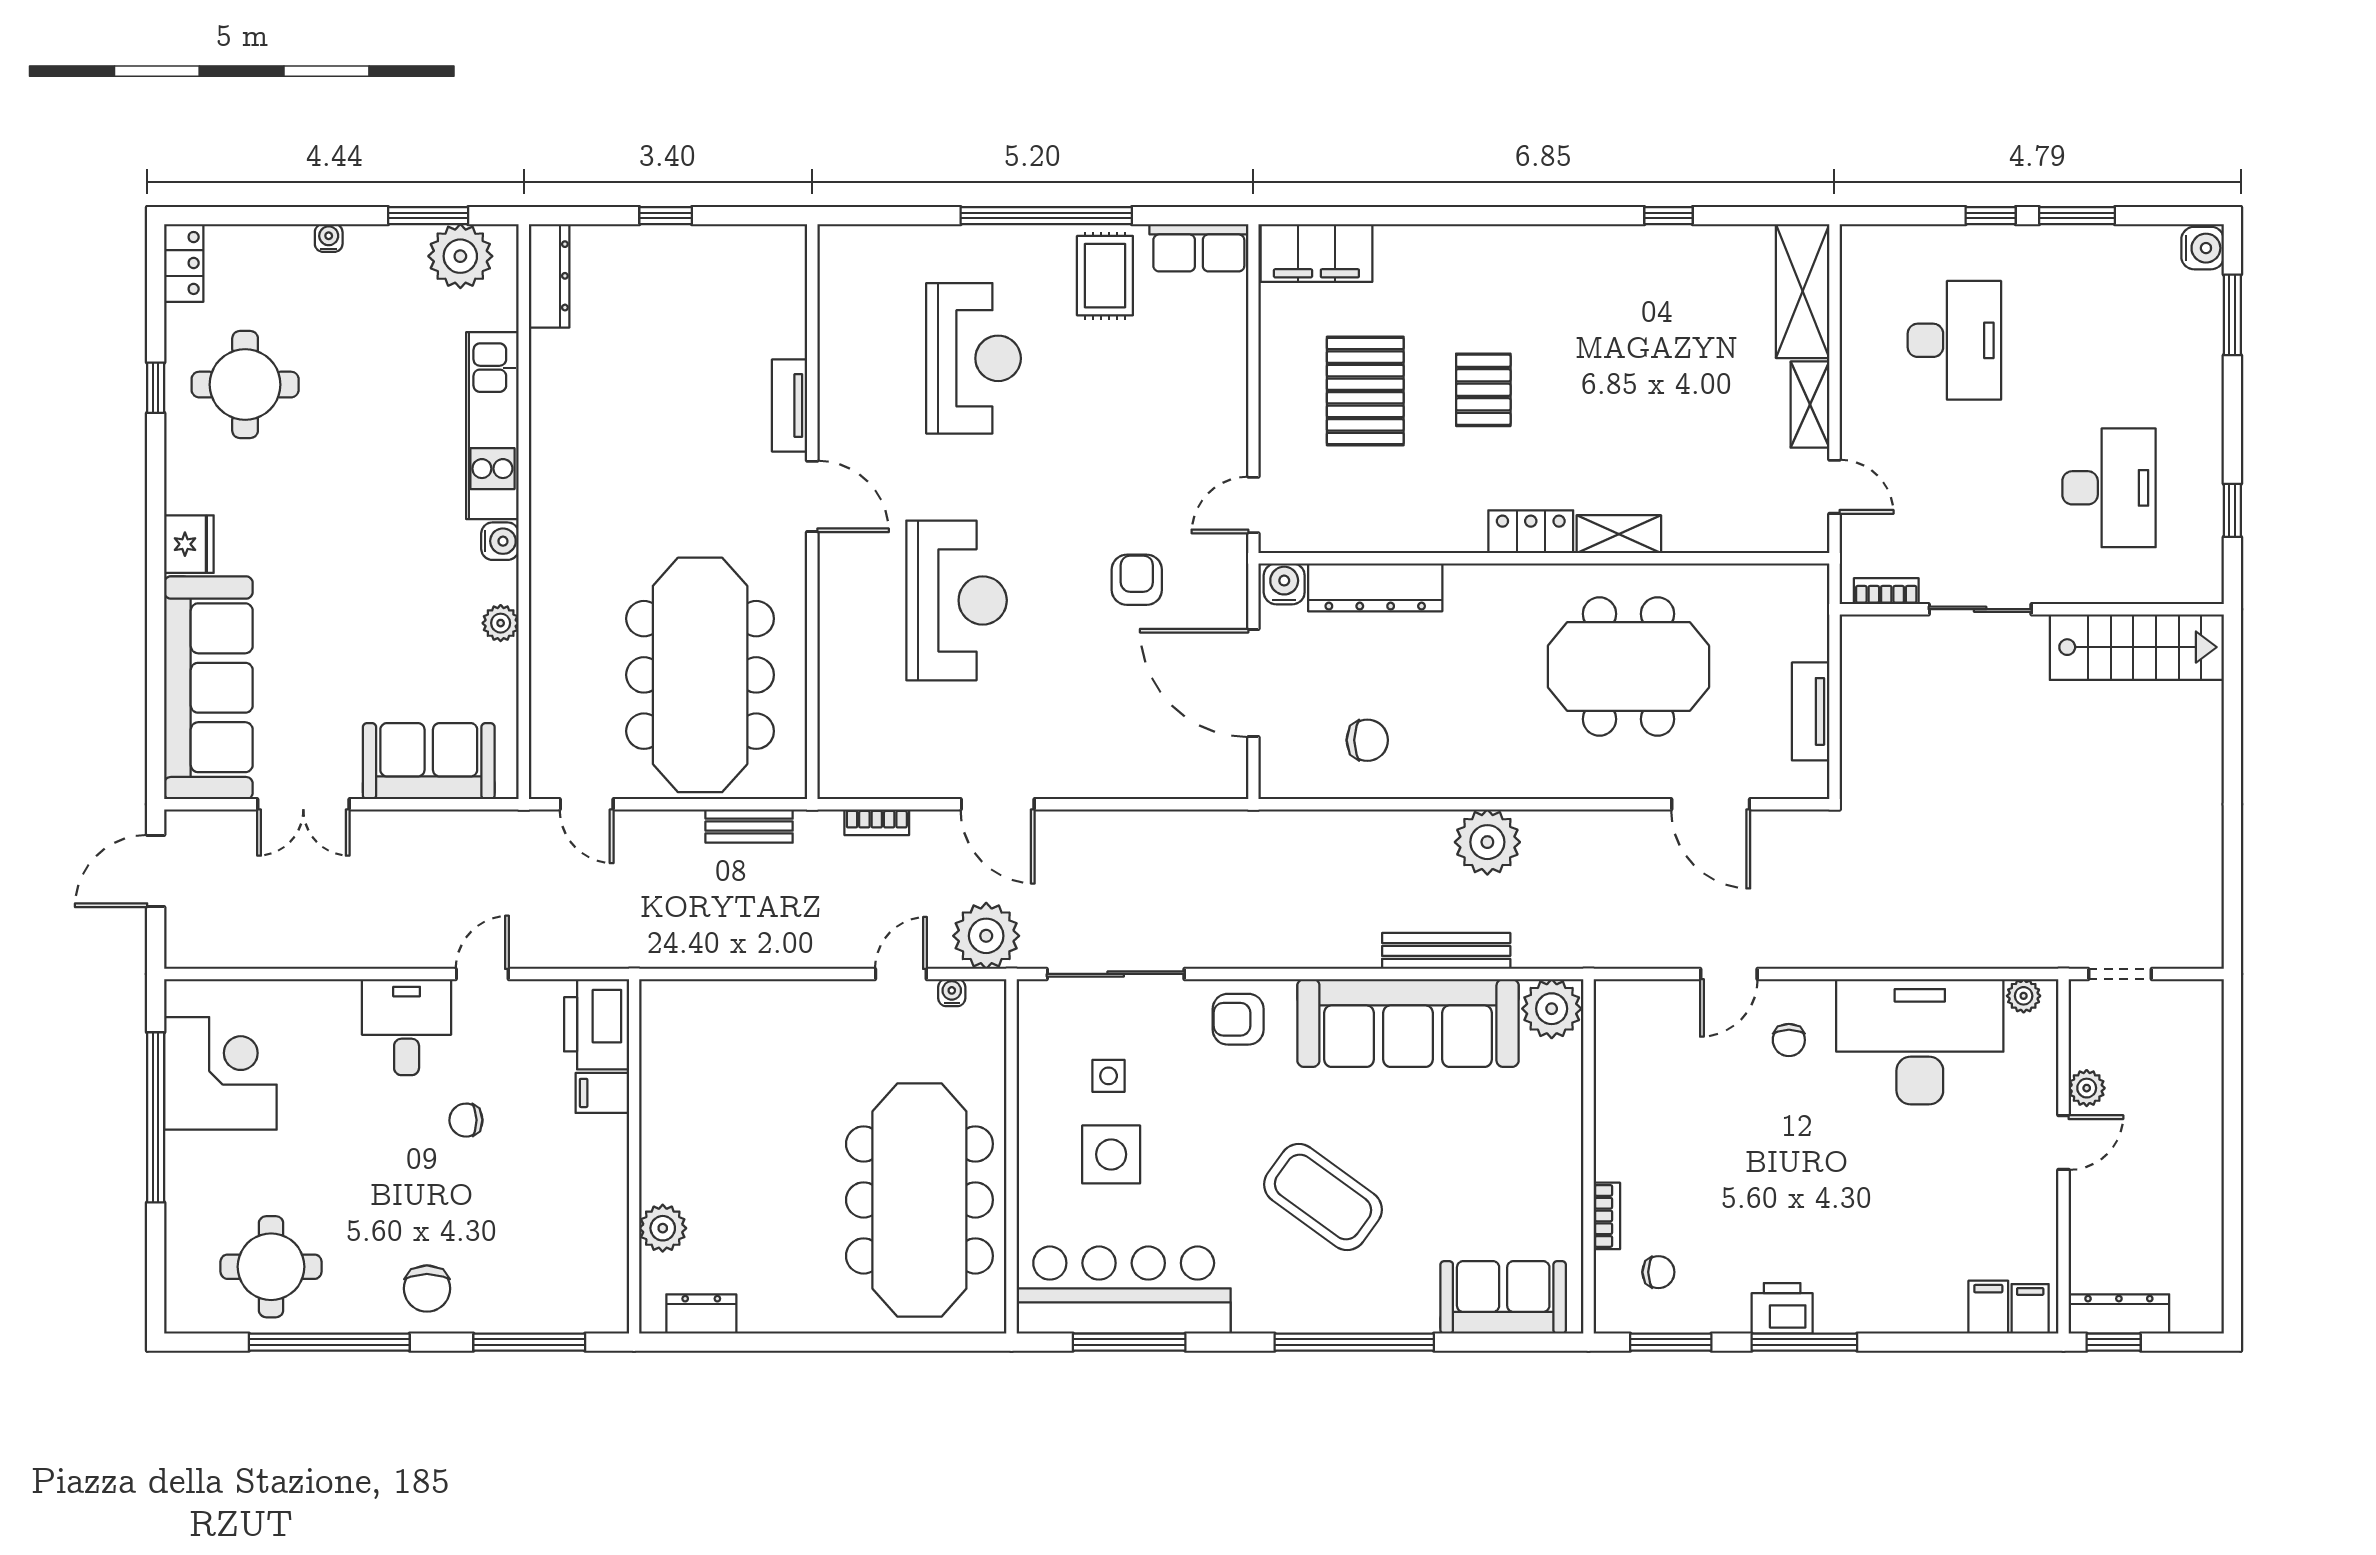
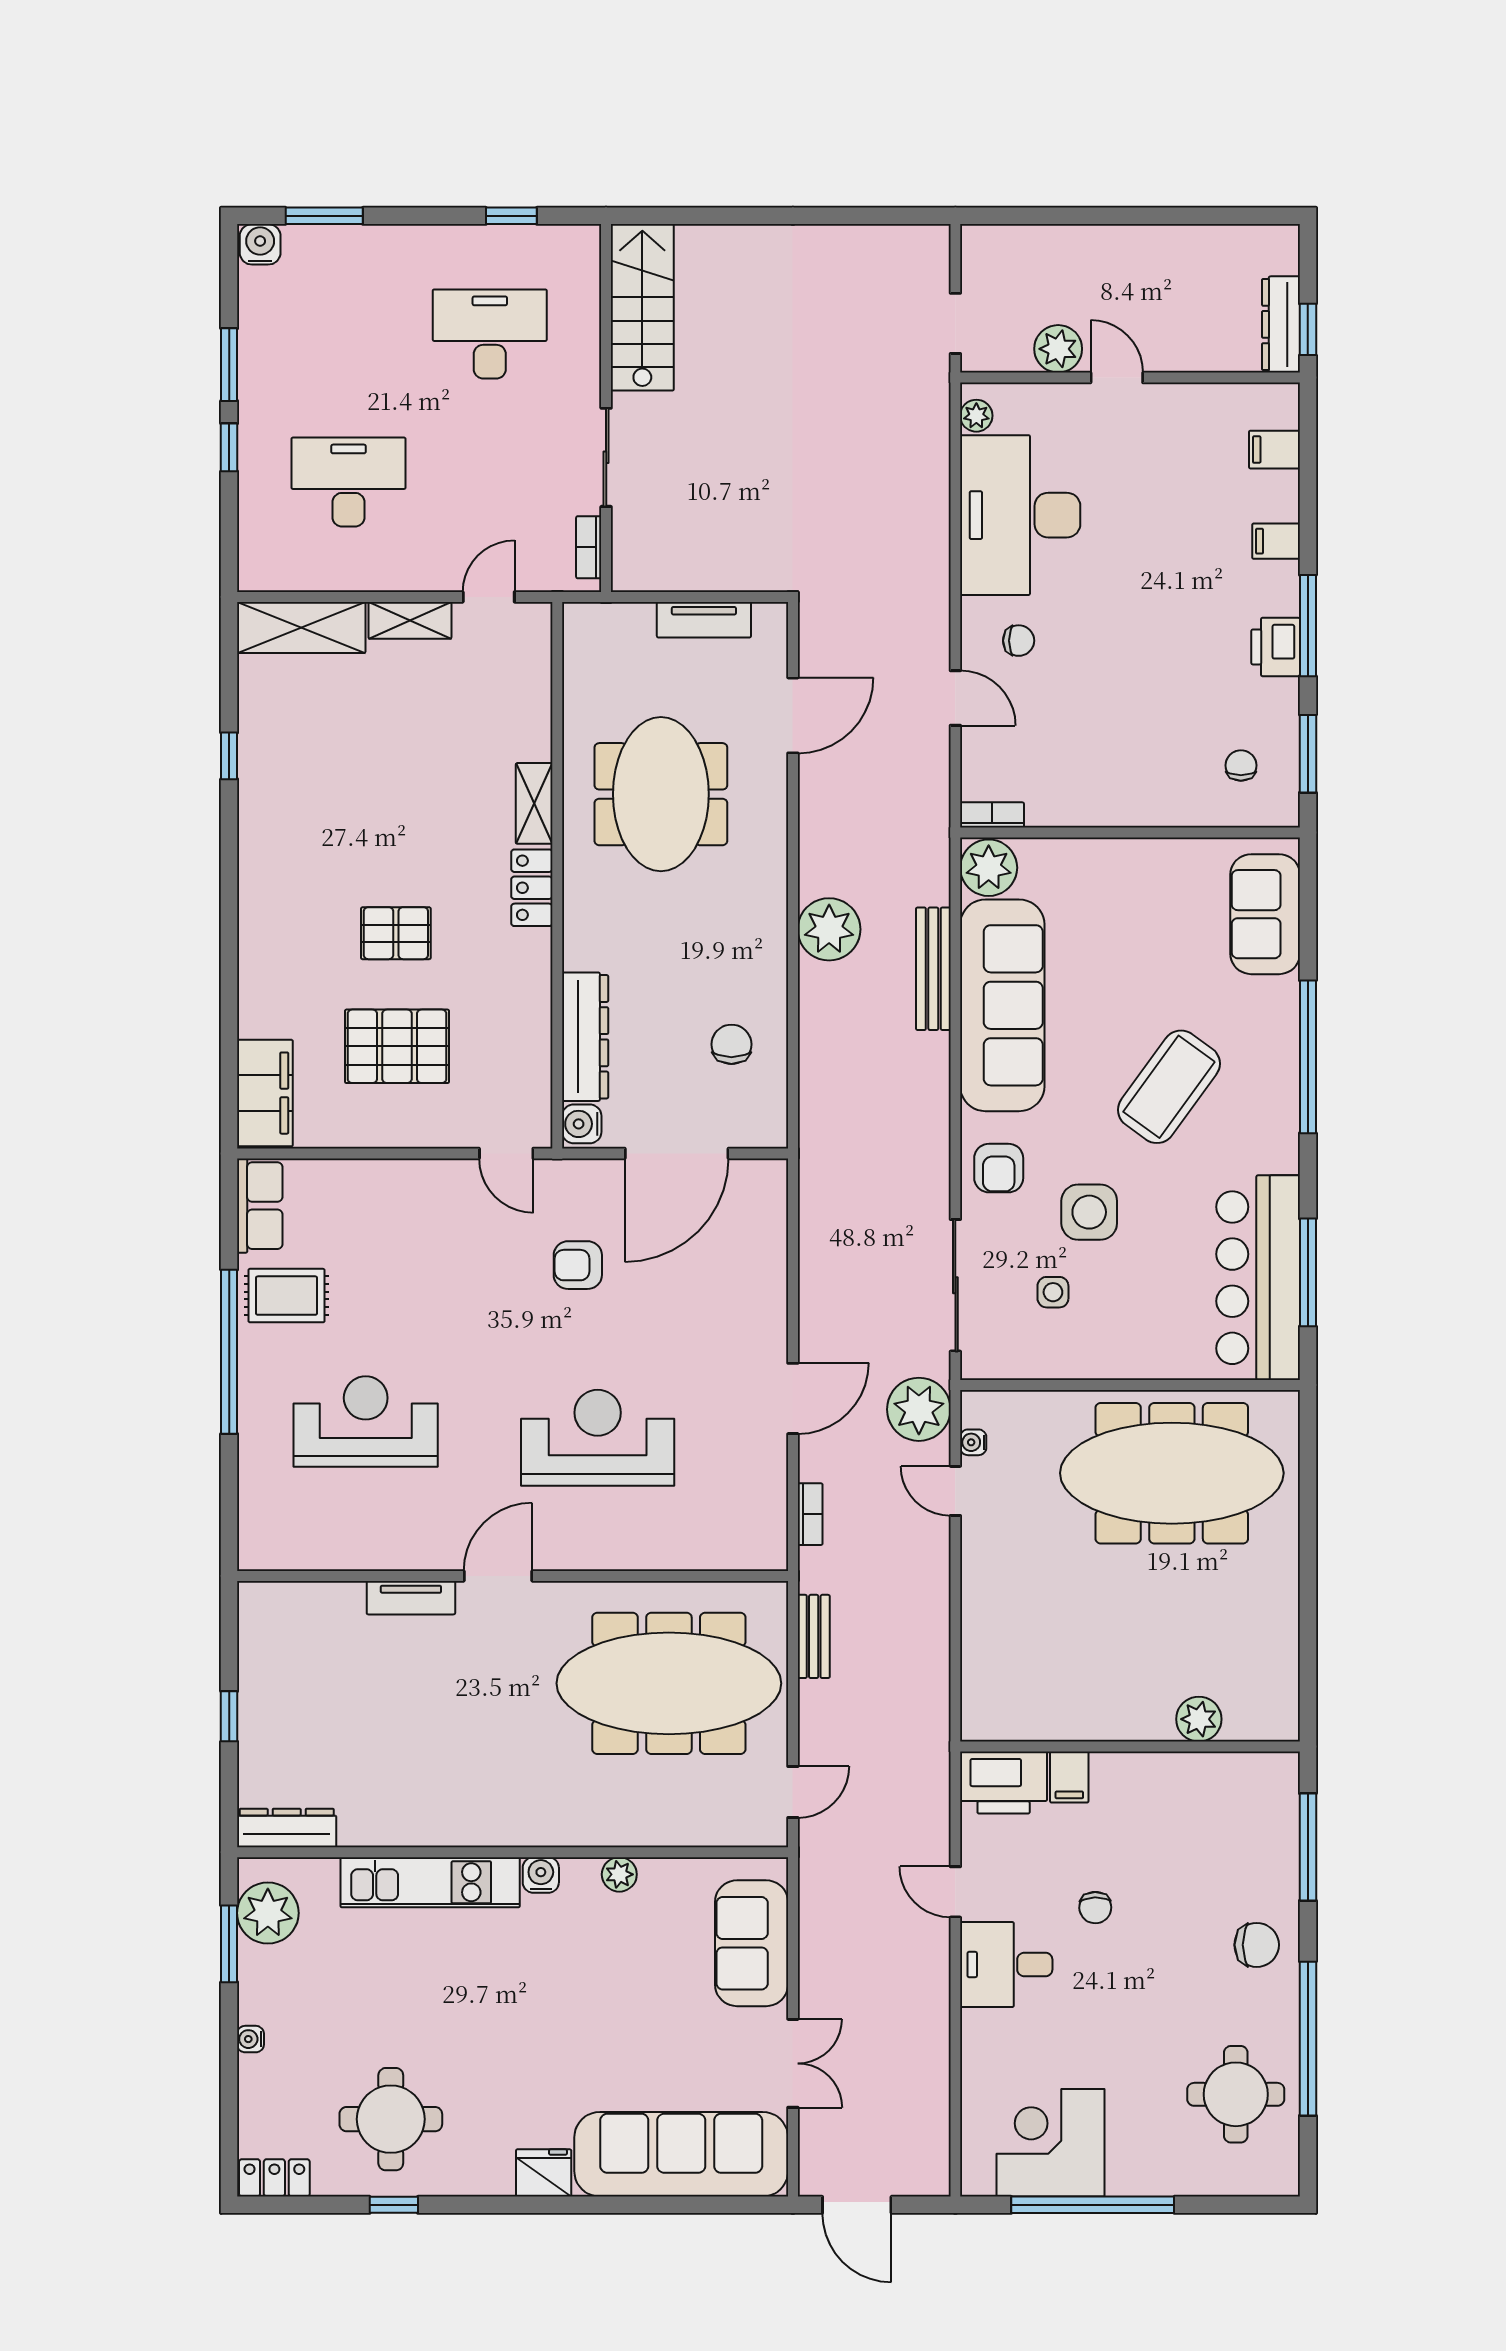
plant: (2087, 1088) -> (1058, 349), width x1.38, depth x1.38
side table: (1111, 1154) -> (1089, 1212), moved
bookcase: (1607, 1216) -> (992, 815), moved
filing cabinet: (2030, 1309) -> (1276, 541), moved
dresser: (701, 1314) -> (1281, 1682), removed

